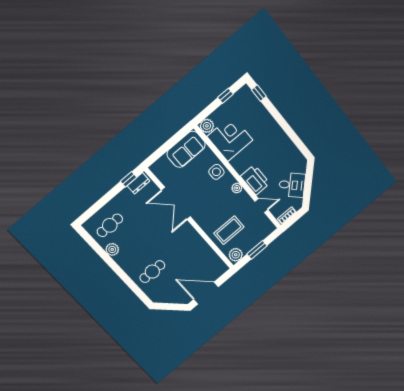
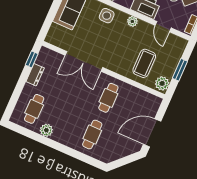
dresser: (138, 183) -> (35, 75), moved
door: (261, 206) -> (163, 27), swing flipped
cafe table: (182, 246) -> (108, 98), added

